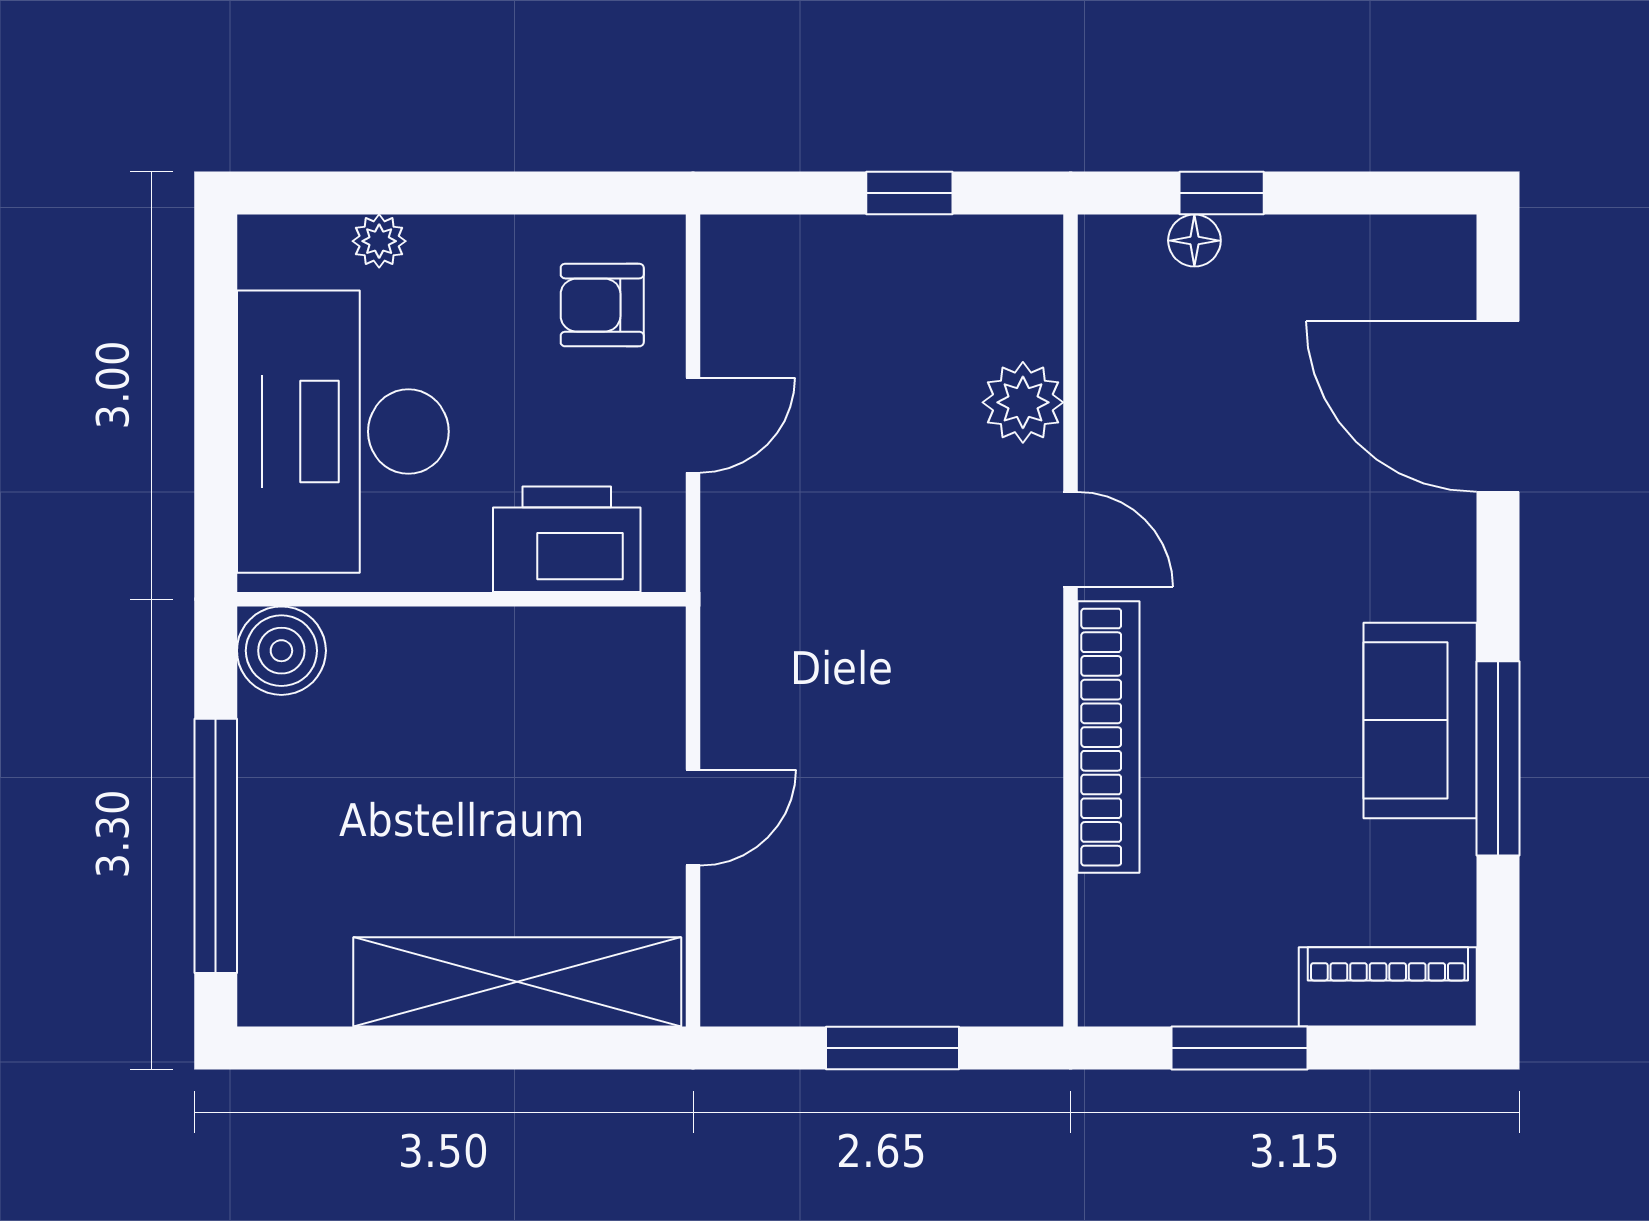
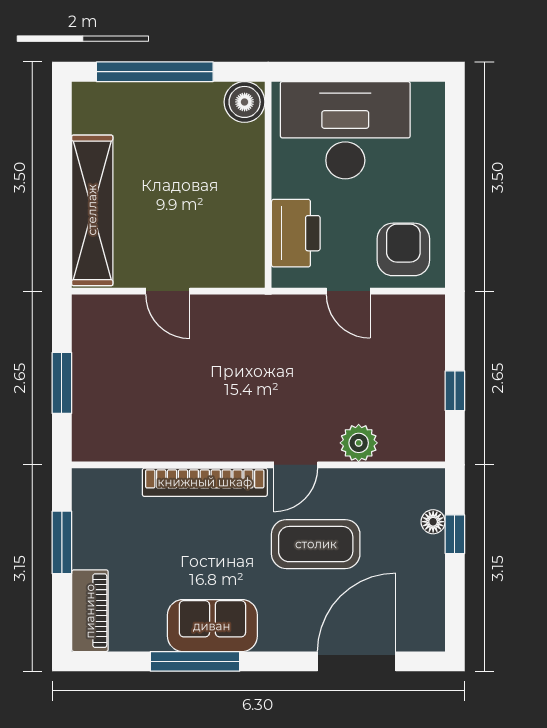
plant: (379, 241) -> (433, 147), removed
armchair: (602, 305) -> (403, 249), width x1.38, depth x1.38
coffee table: (1243, 496) -> (316, 544), added

